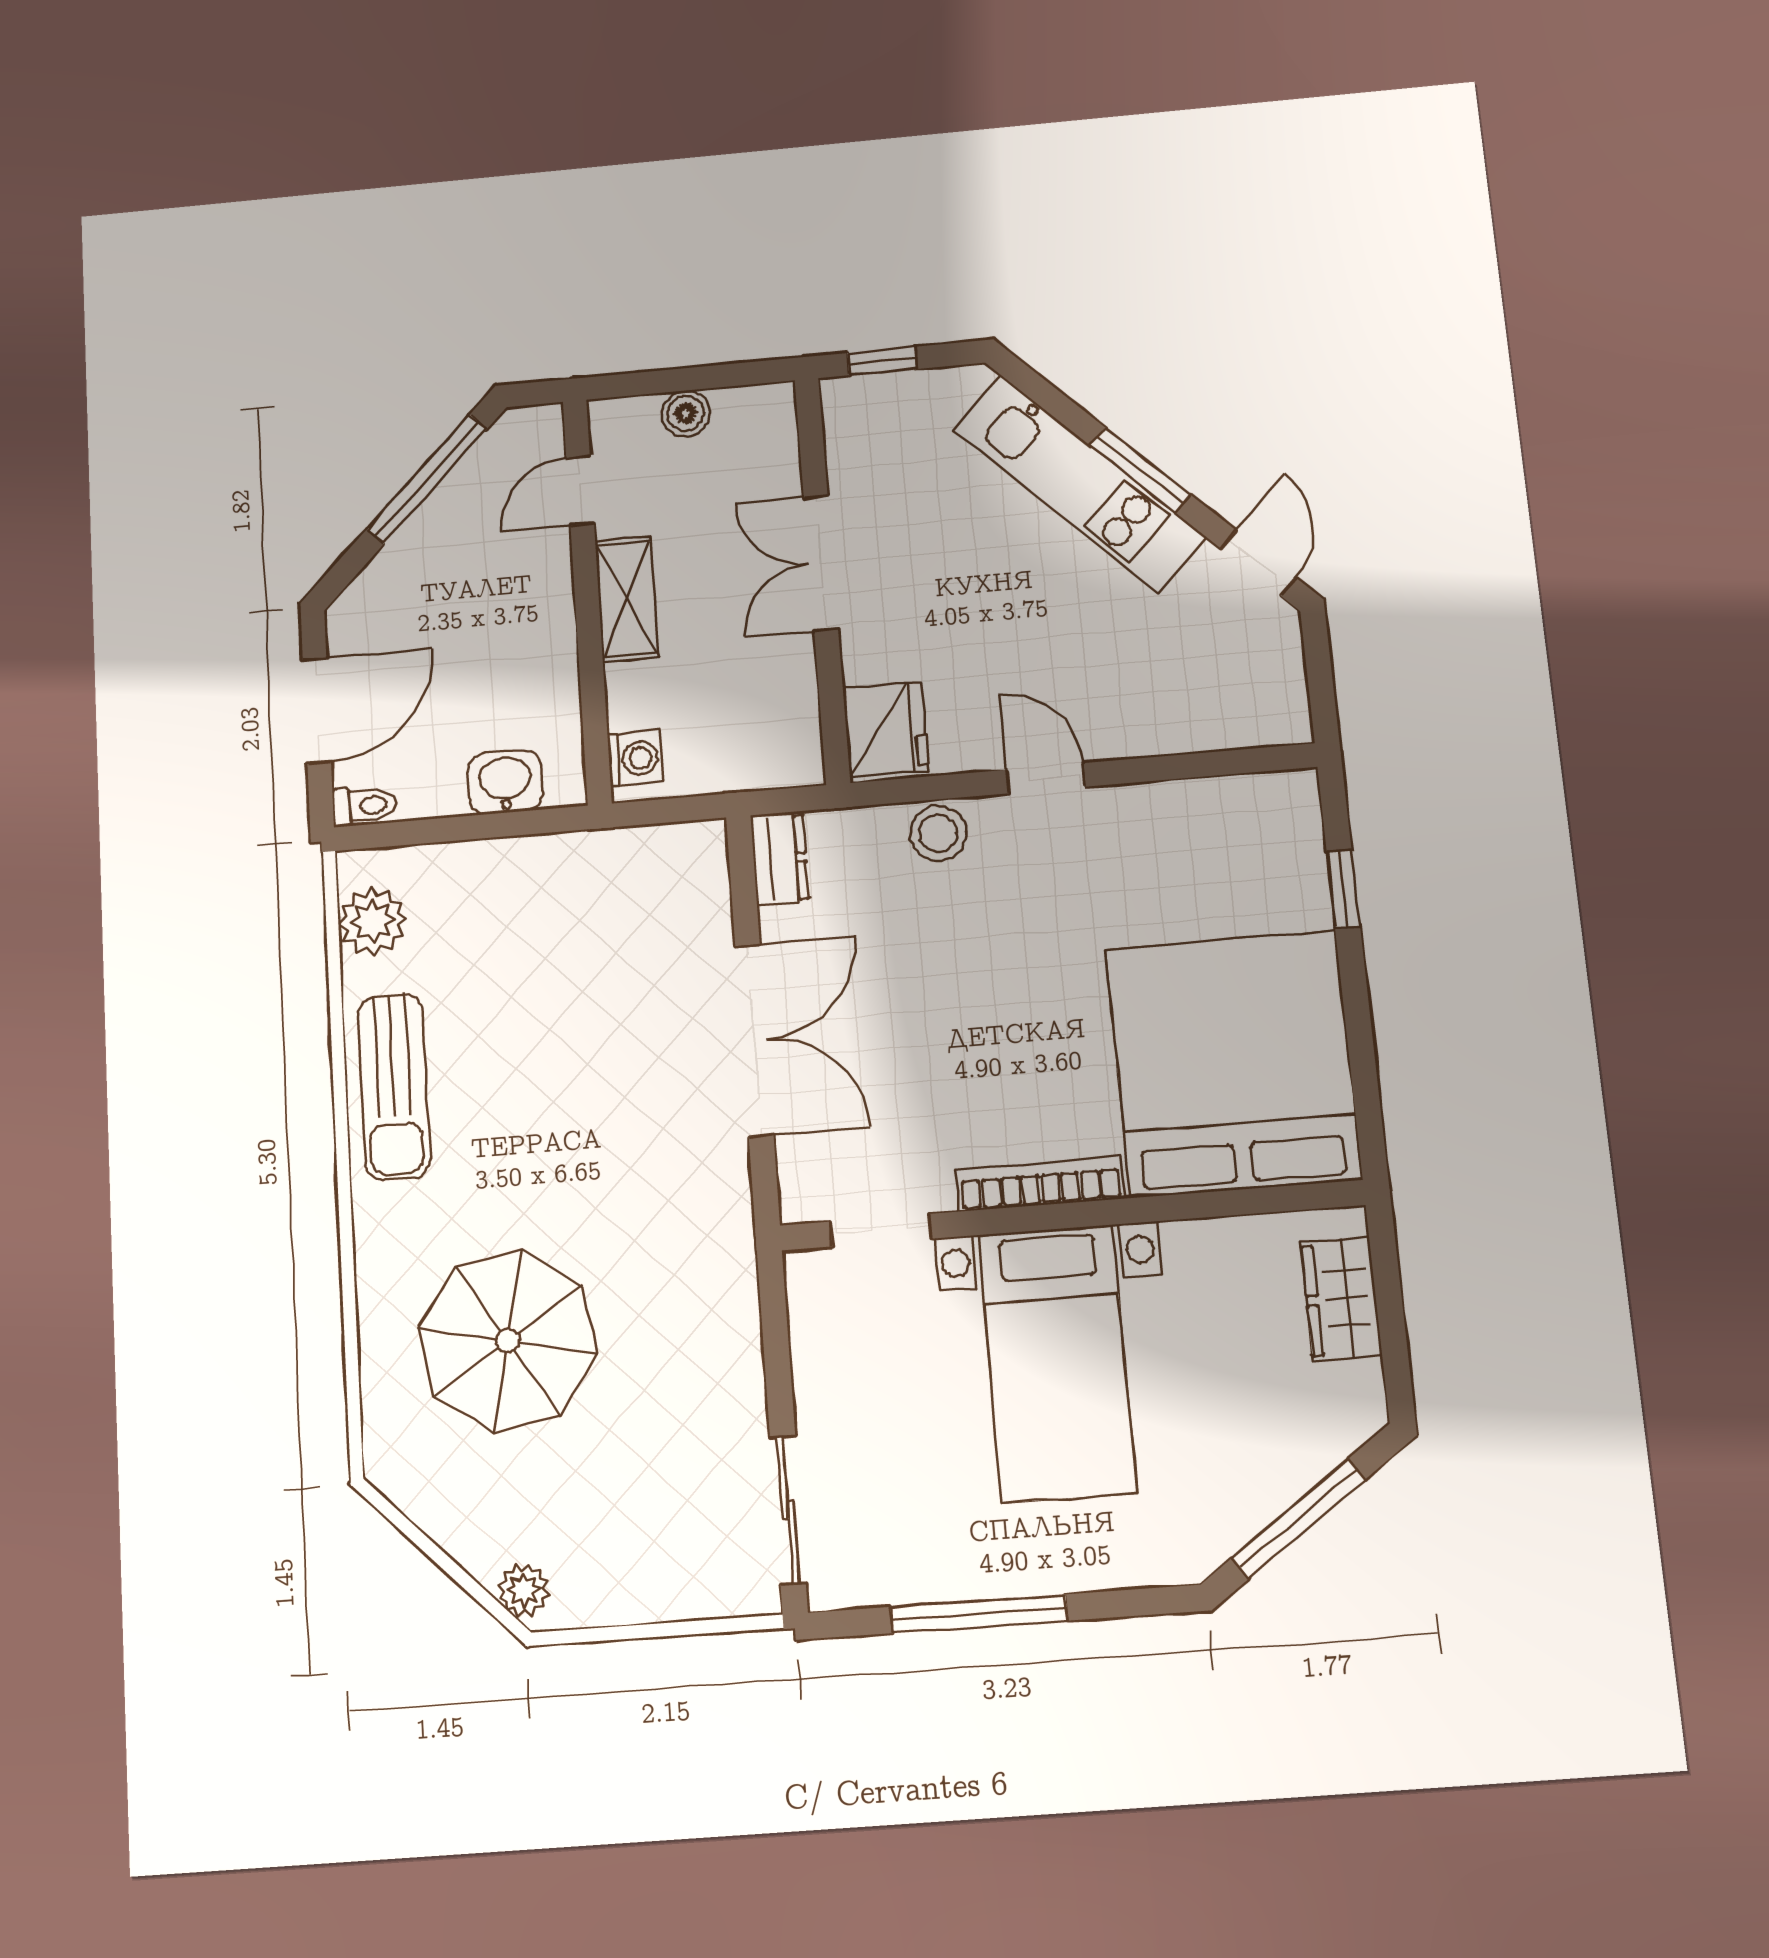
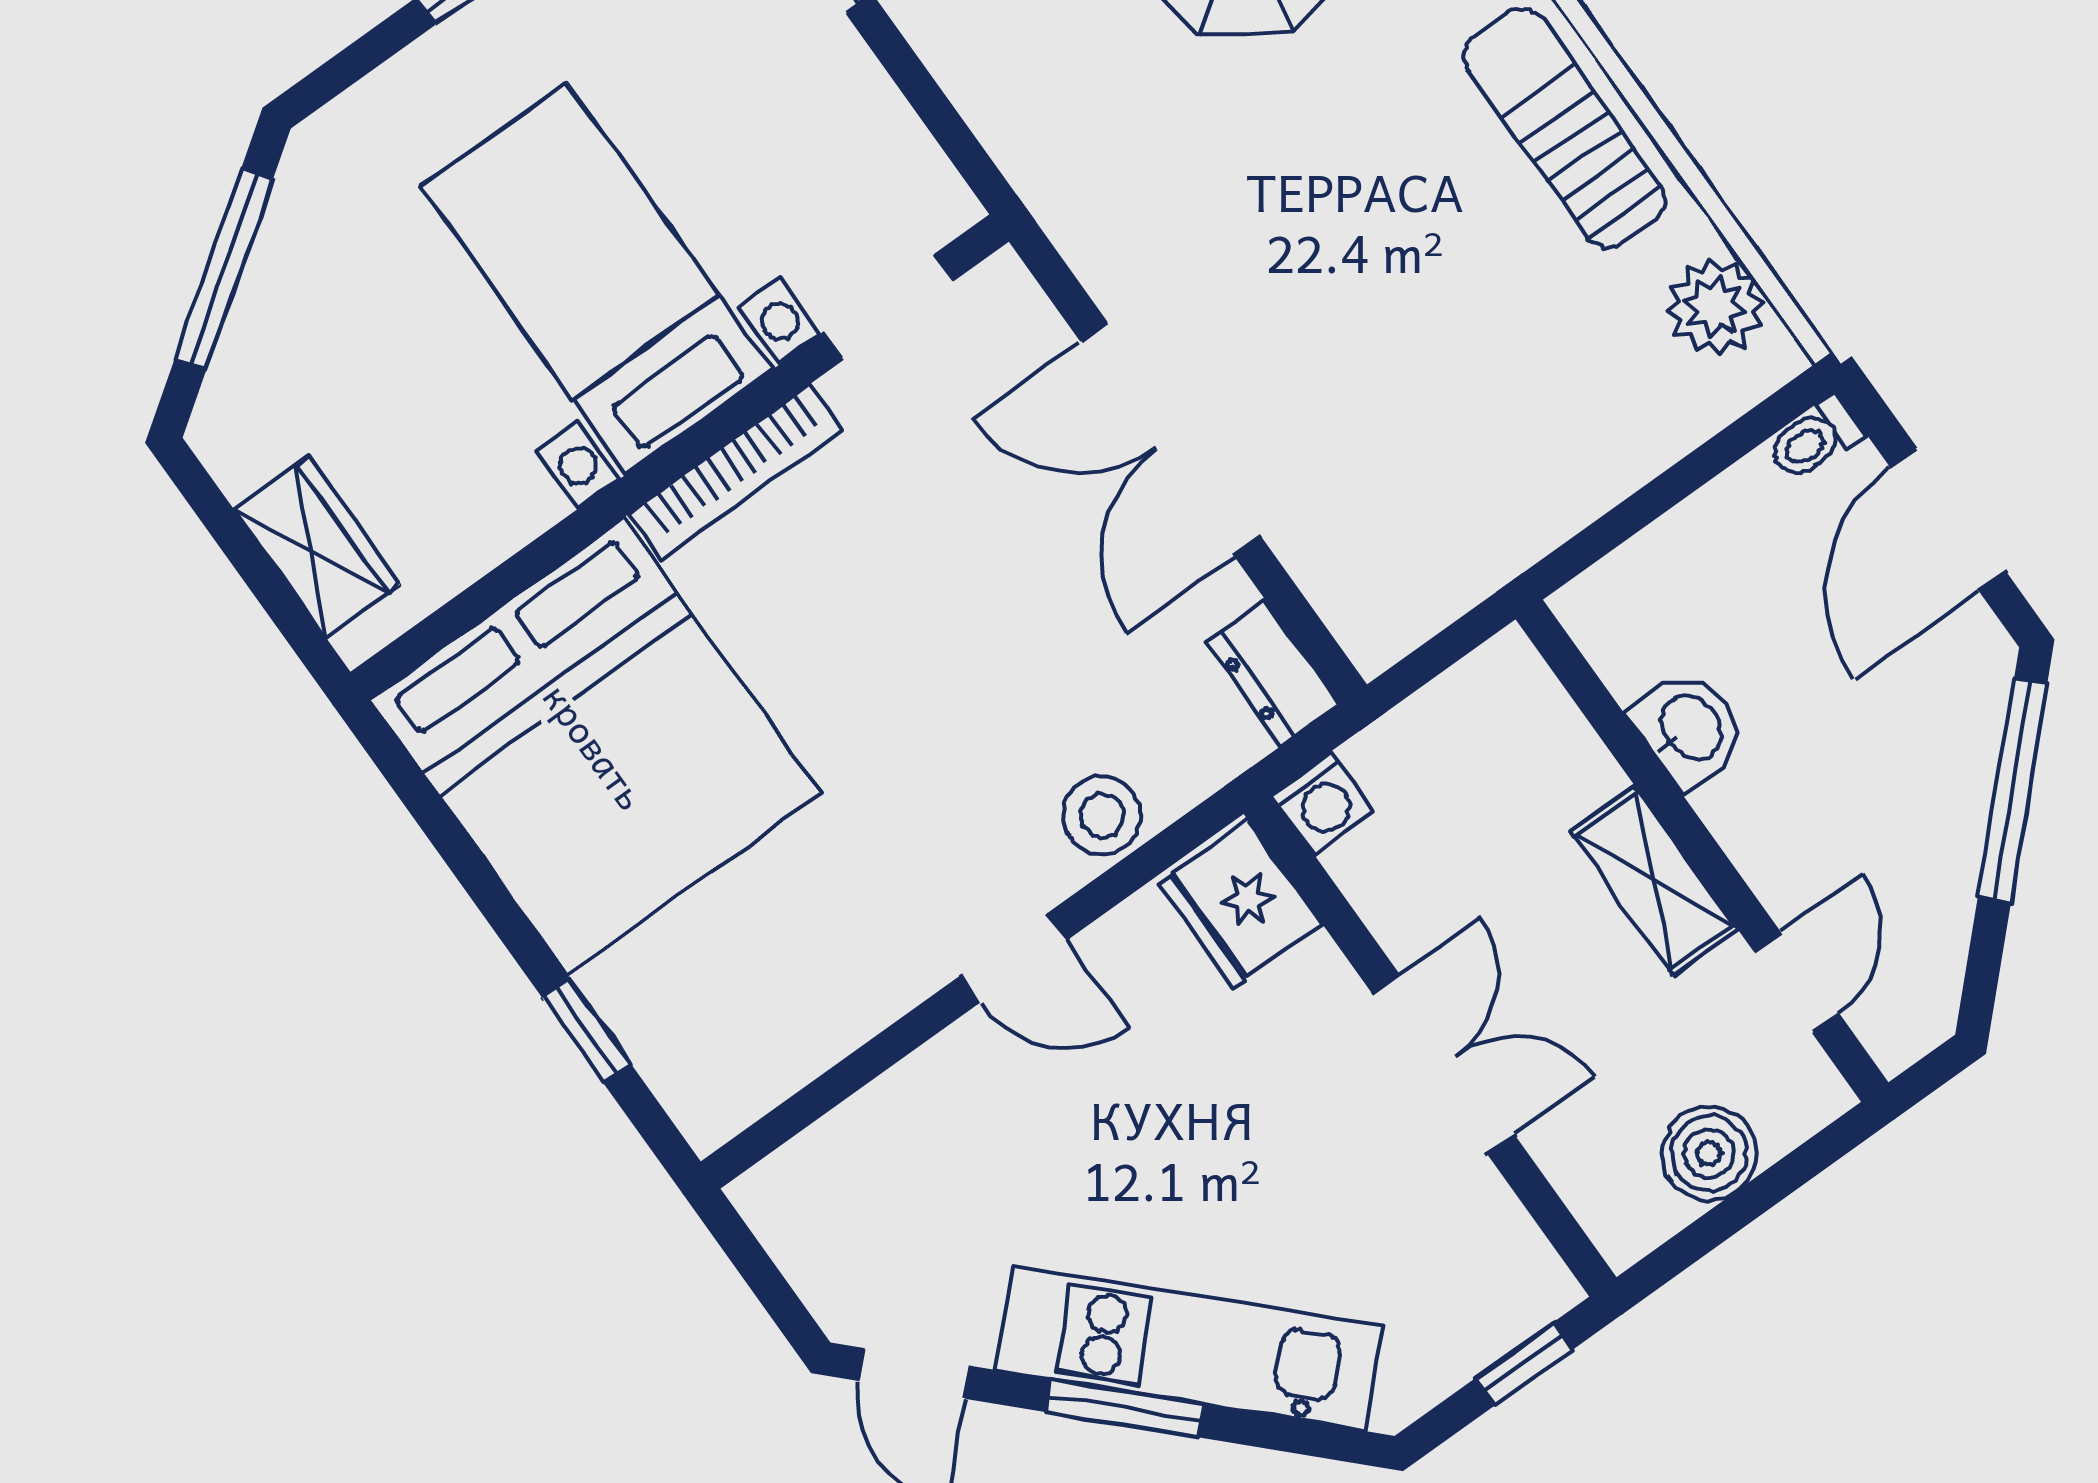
boiler: (686, 413) -> (1709, 1153), width x1.36, depth x1.36
window: (427, 479) -> (2013, 791), moved
washing machine: (635, 758) -> (1323, 803), moved, turned -90
washbasin: (505, 782) -> (1690, 729), moved, turned -90

